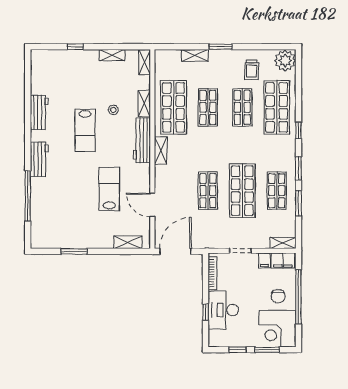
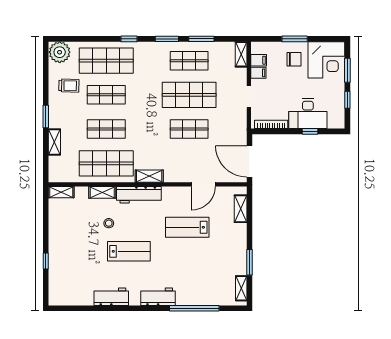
shelving: (112, 55) -> (241, 288), moved
filing cabinet: (283, 261) -> (259, 60), width x0.50
window: (298, 297) -> (295, 39), width x0.47

